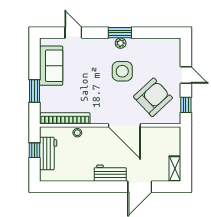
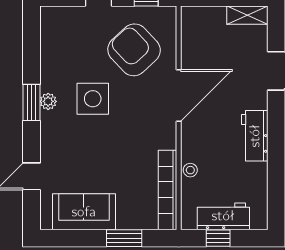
workbench: (110, 173) -> (255, 136), moved

